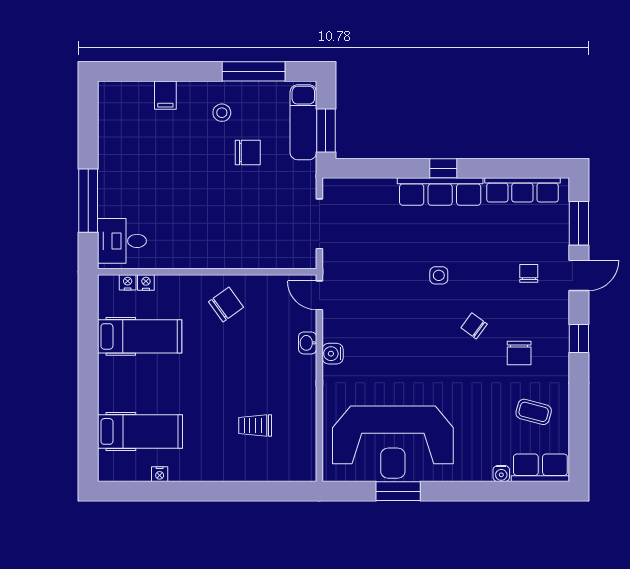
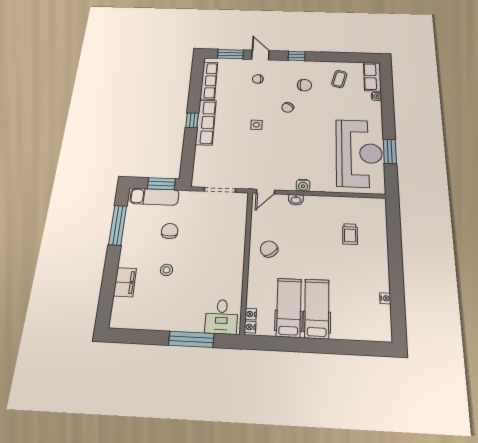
filing cabinet: (165, 95) -> (125, 282), width x2.00
stool: (222, 113) -> (167, 270), moved
nightstand: (146, 282) -> (250, 327), moved
hospital bed: (140, 431) -> (317, 309), moved

